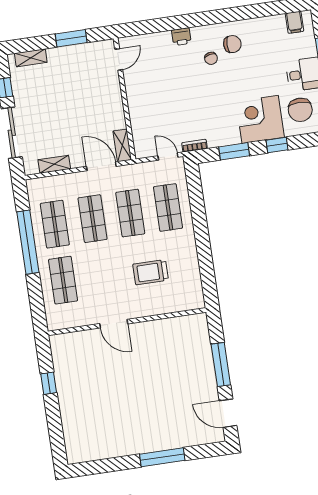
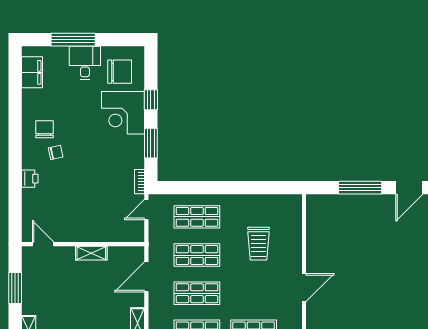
filing cabinet: (294, 22) -> (32, 72), width x2.00
shelving: (122, 145) -> (91, 253), moved

